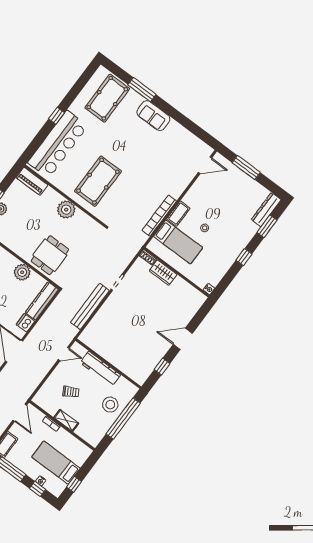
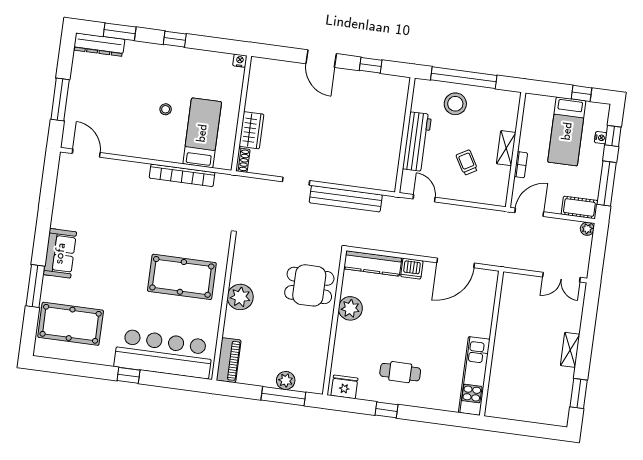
cot: (178, 214) -> (166, 153), removed

